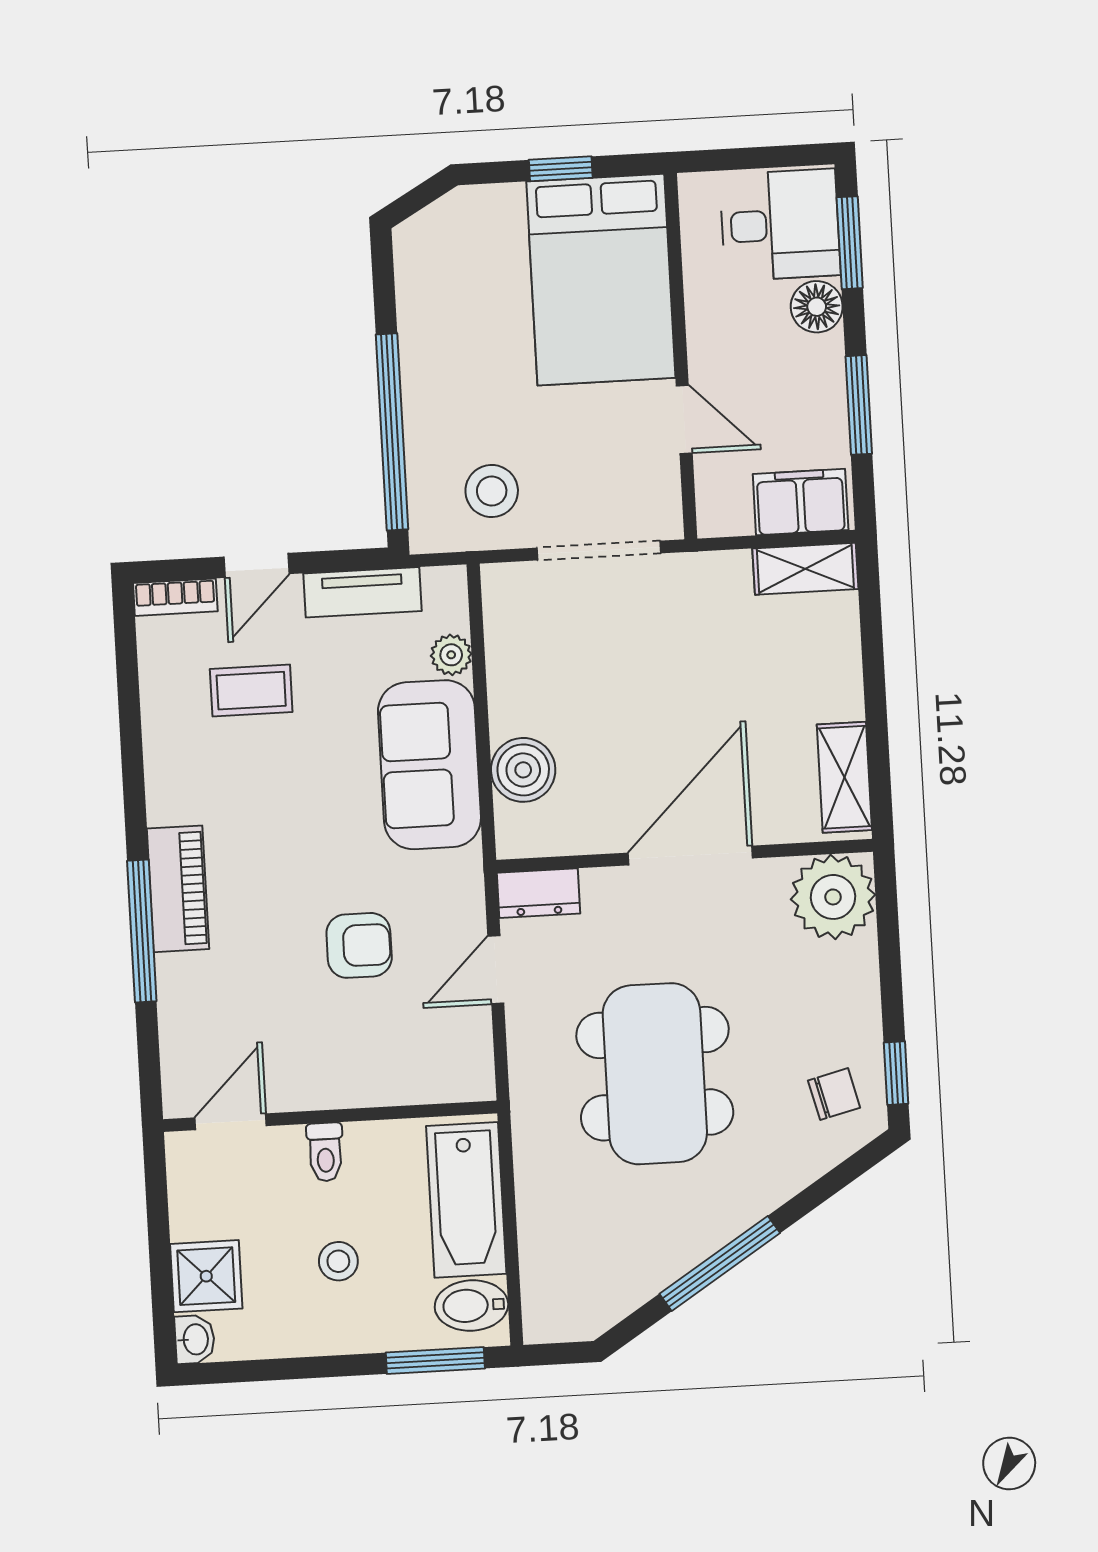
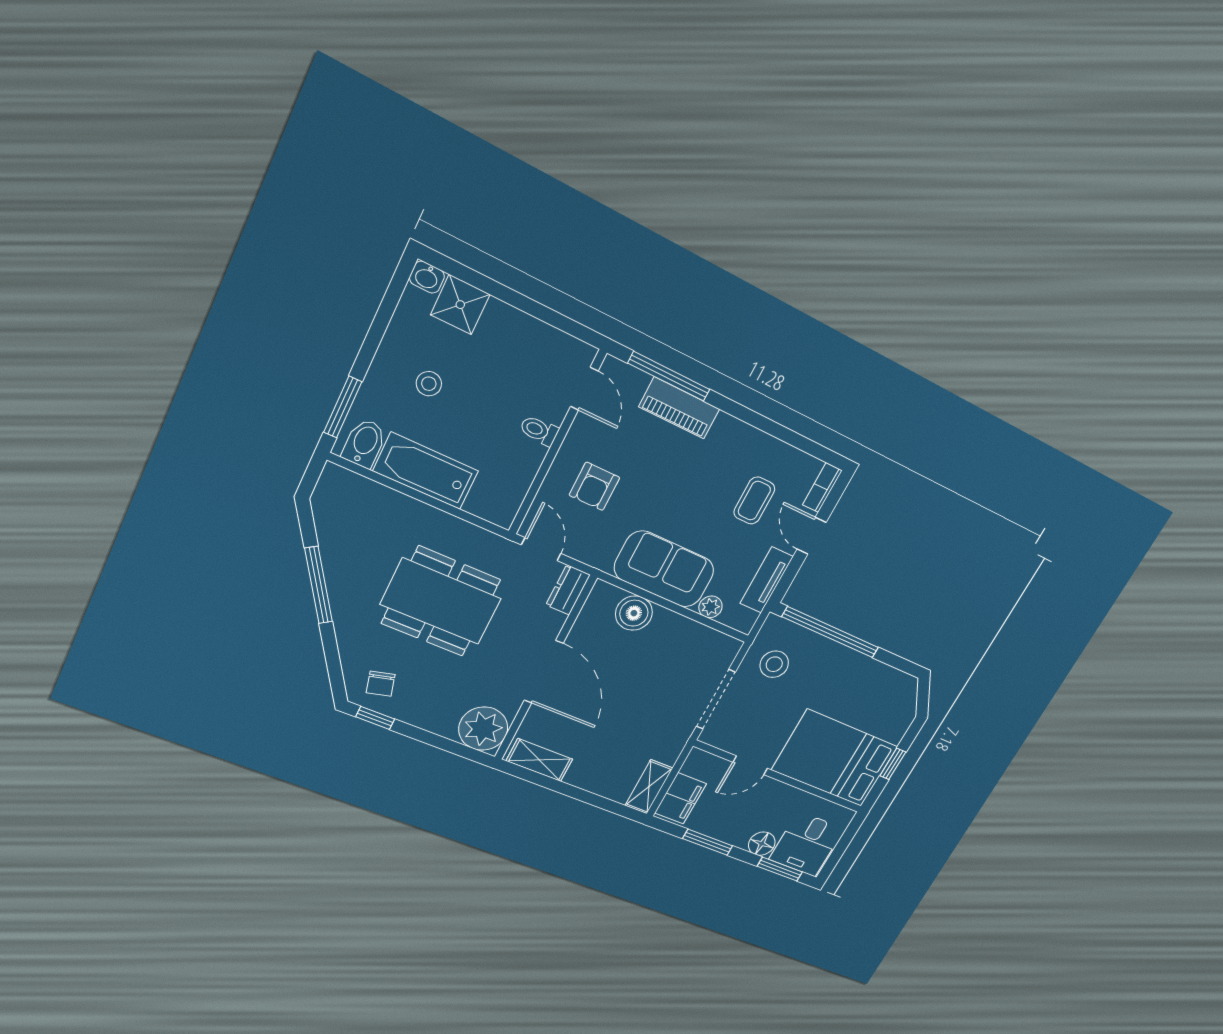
wall: (330, 1116) -> (557, 444), moved
door: (231, 1122) -> (584, 389), moved
toilet: (325, 1152) -> (539, 431), moved

